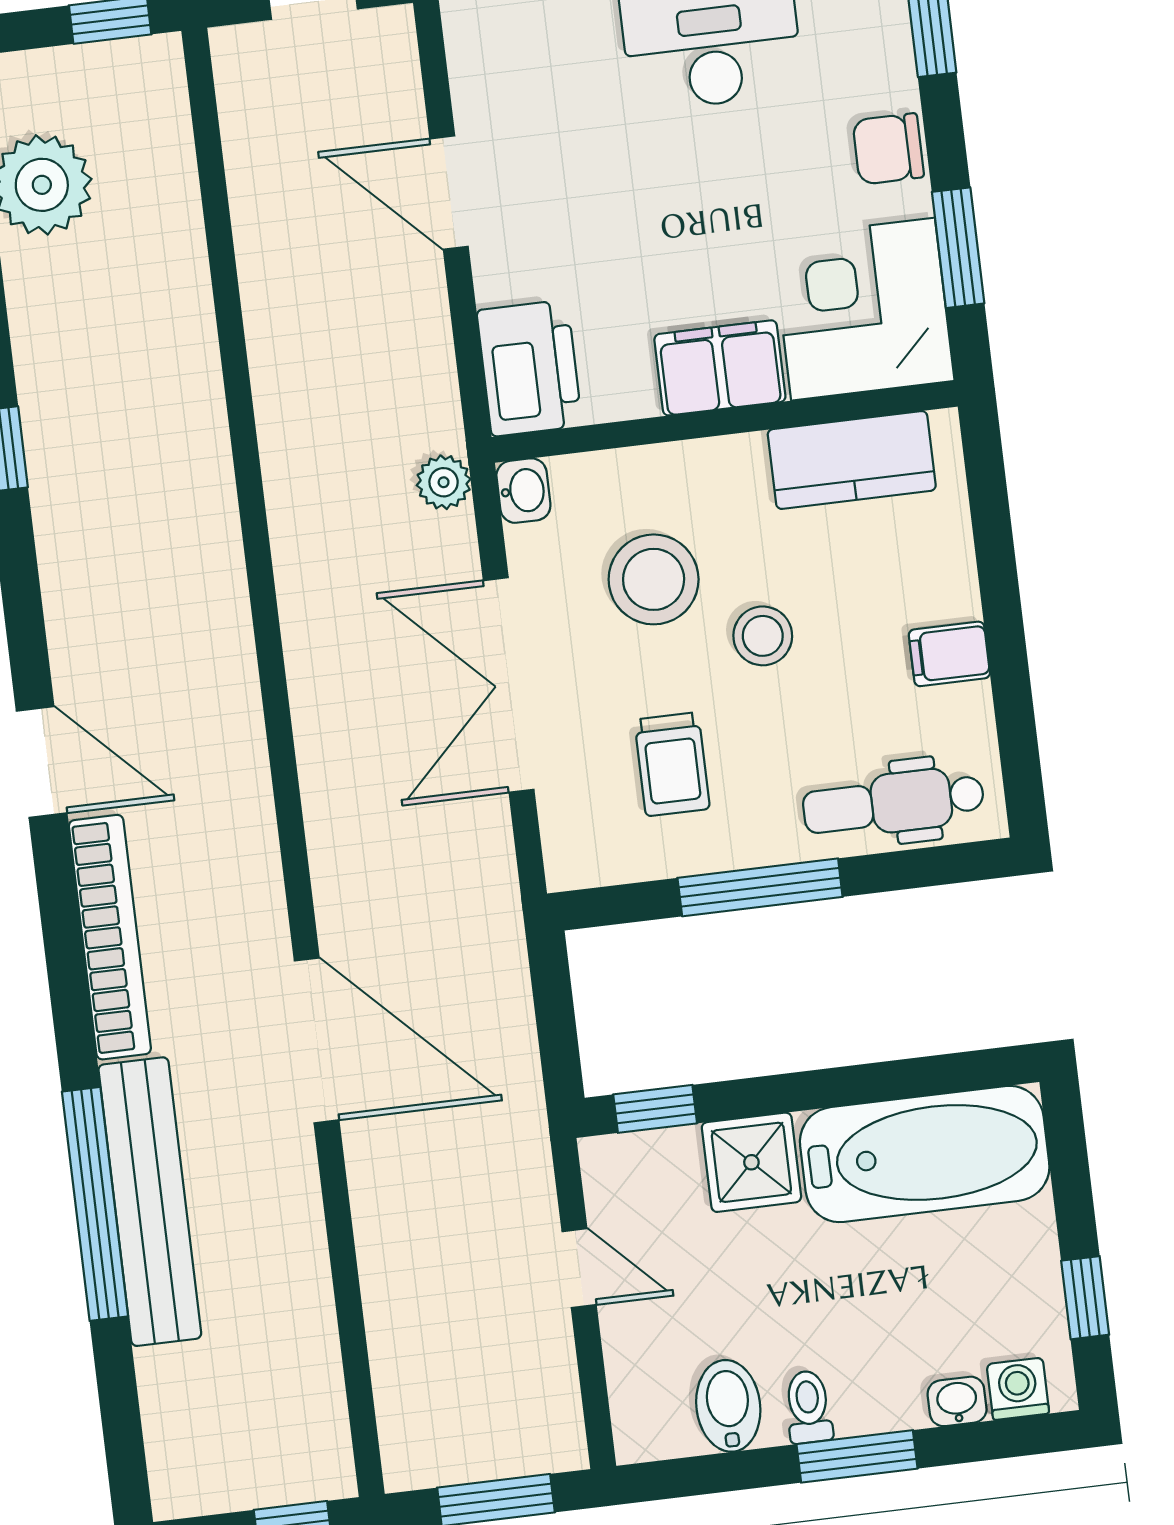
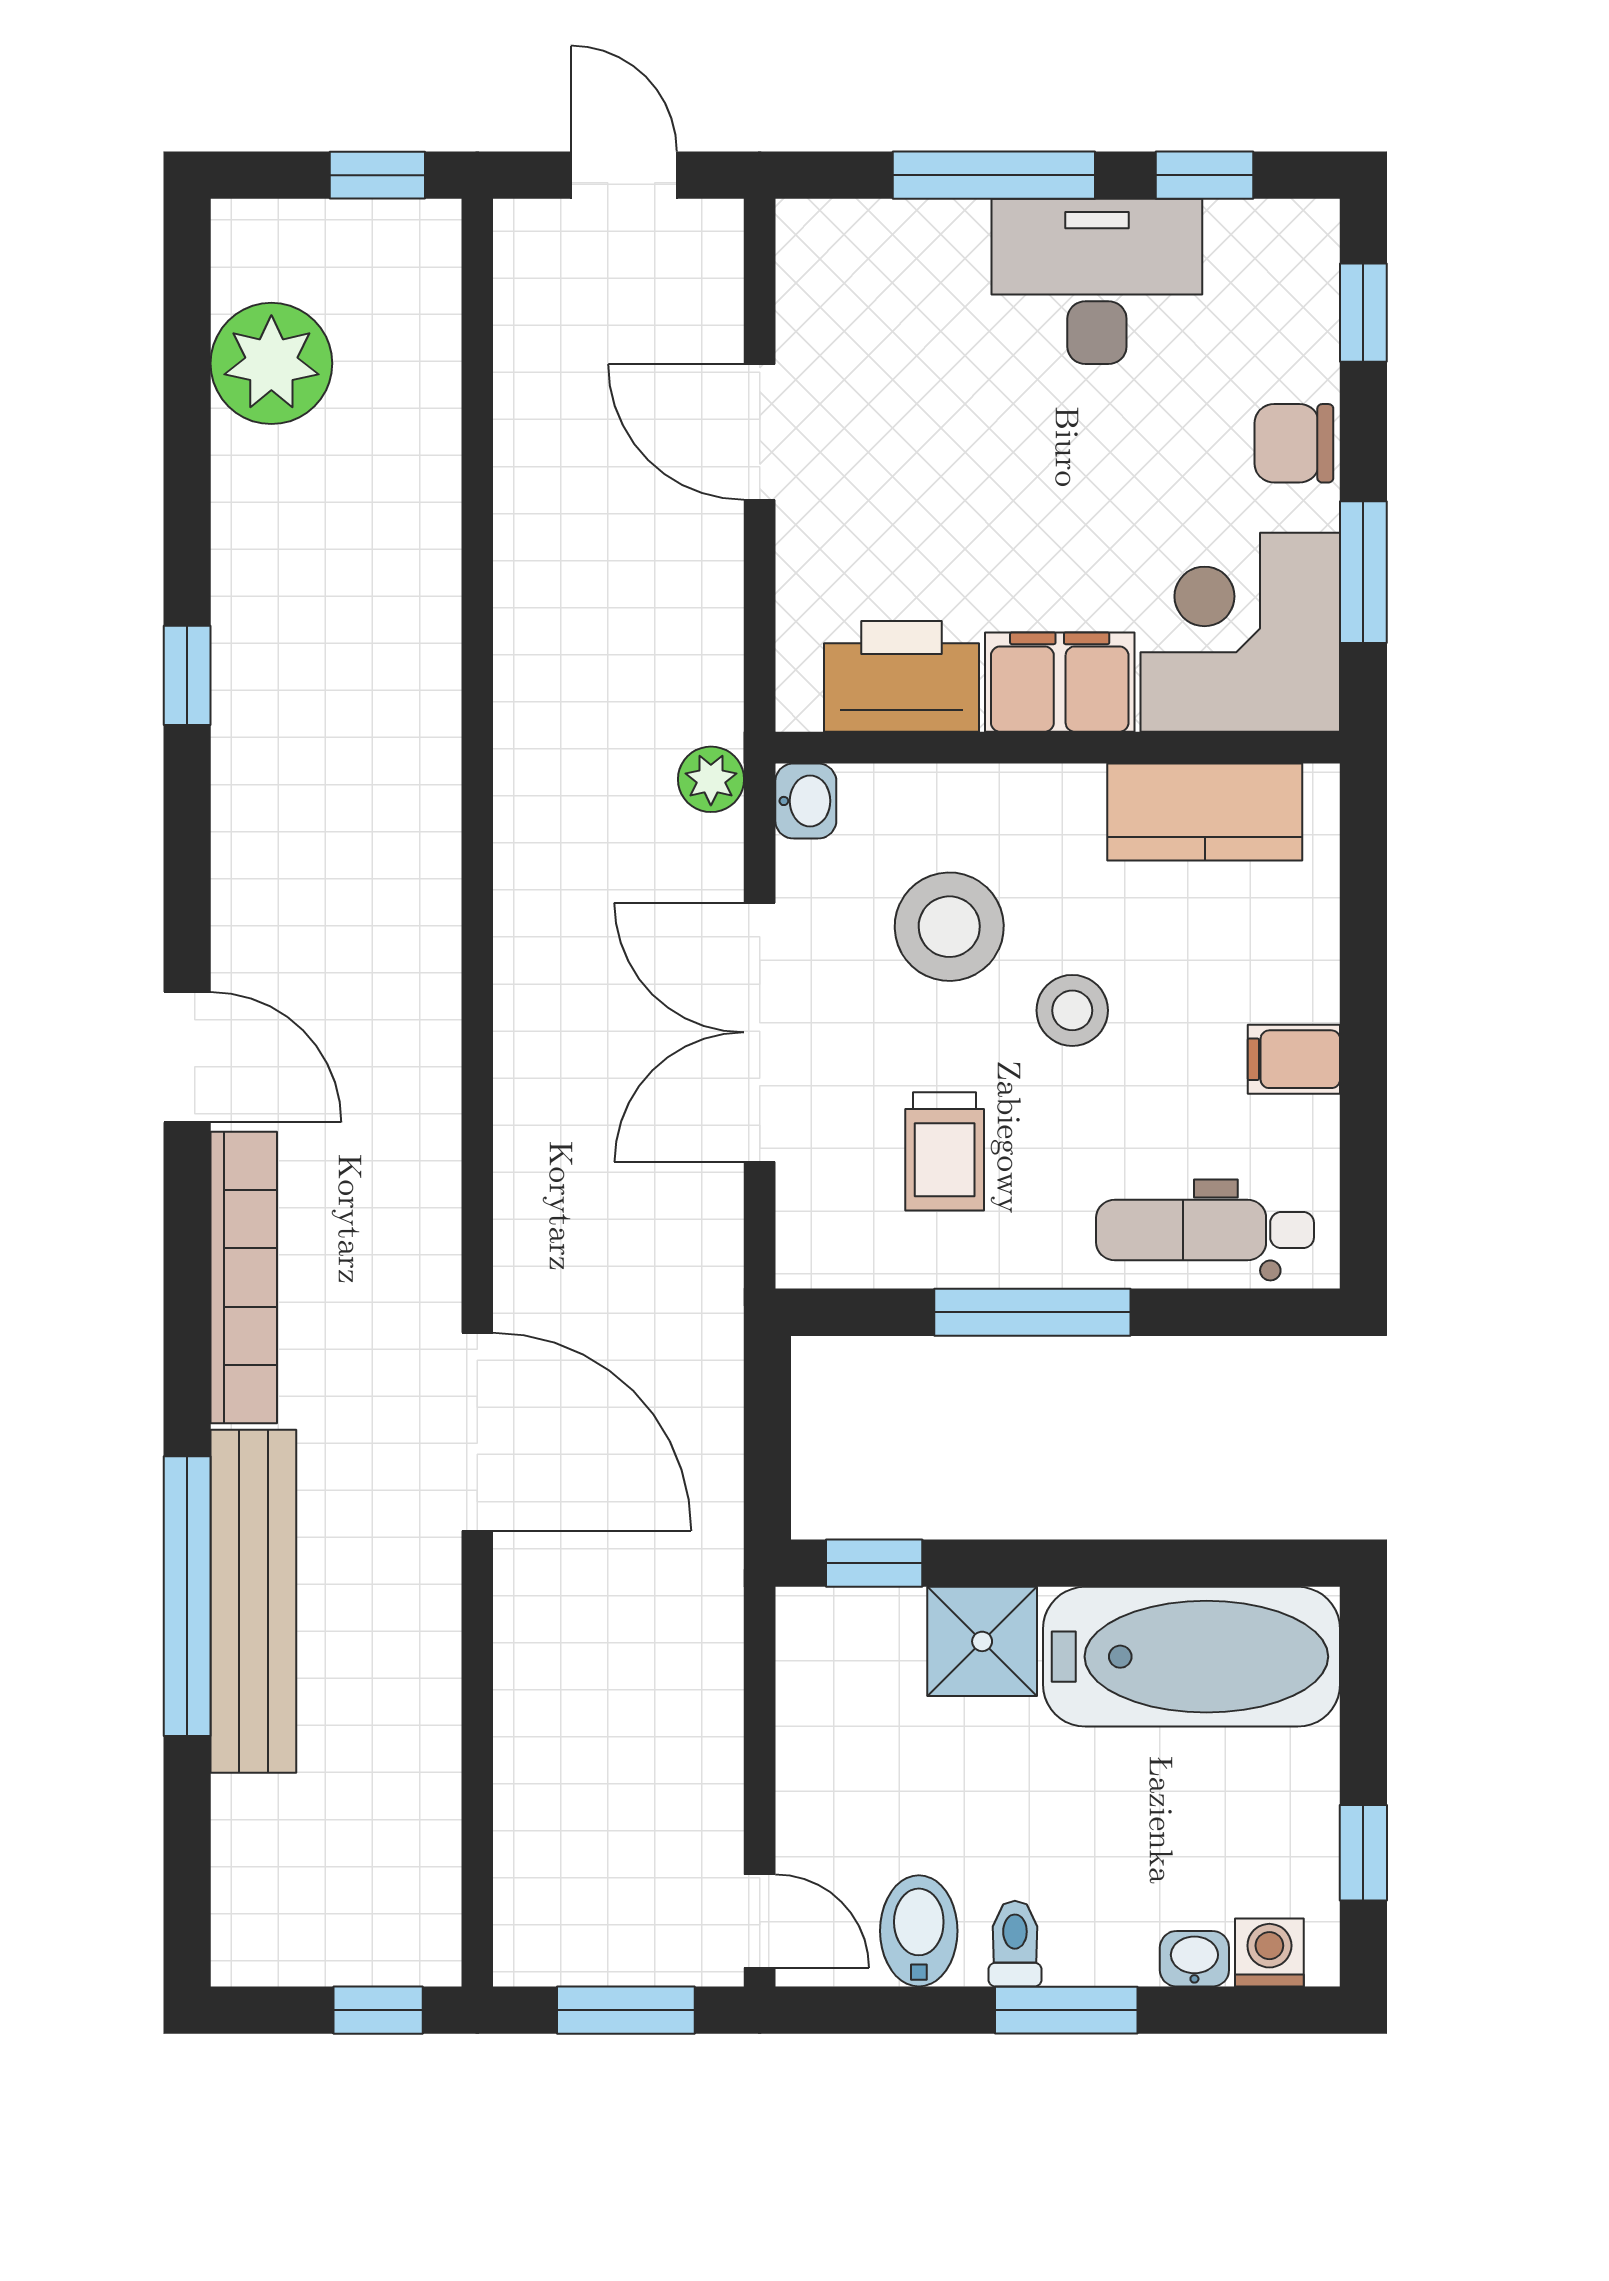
printer: (529, 368) -> (901, 676), moved, turned -90
door: (579, 1268) -> (760, 1921), moved

